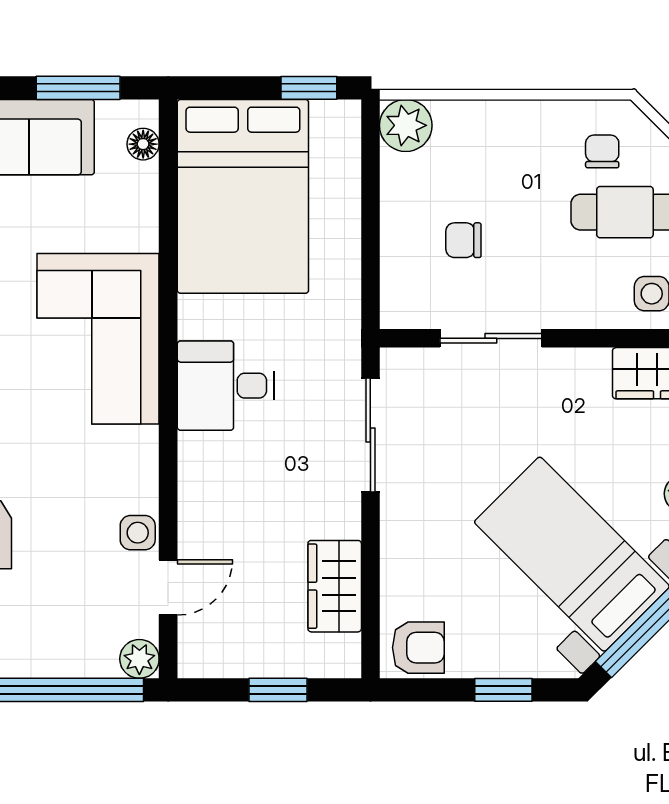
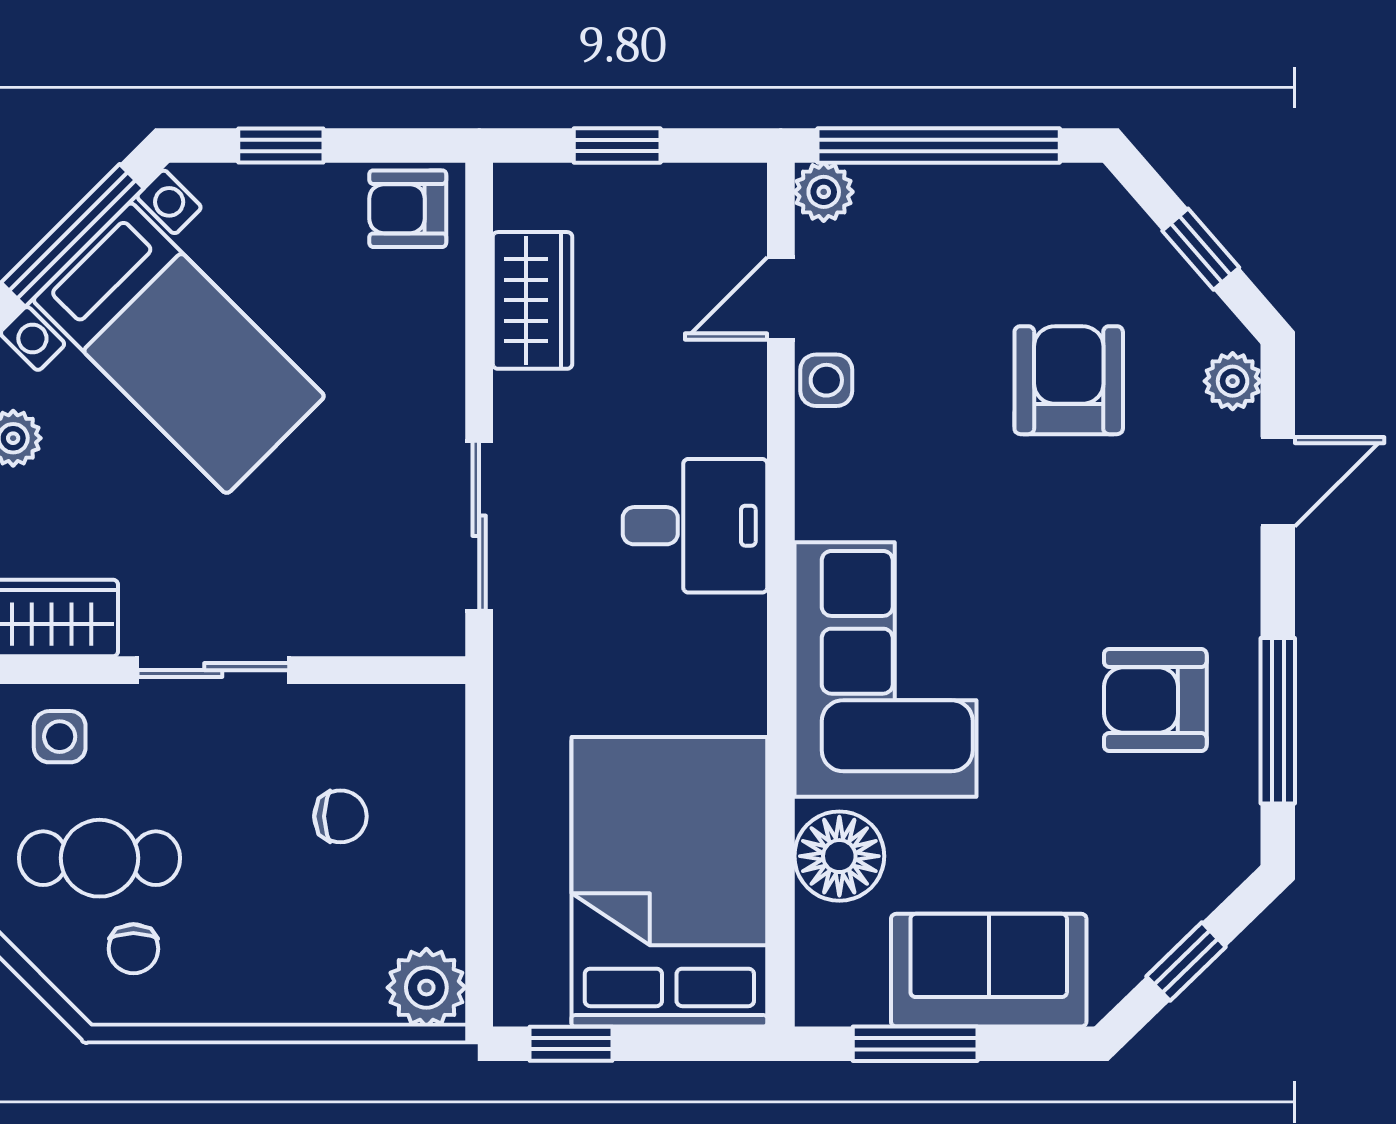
floor lamp: (143, 144) -> (839, 856), moved, width x1.89, depth x1.89
sliding door: (491, 338) -> (213, 670), moved
desk: (226, 386) -> (695, 526), moved

